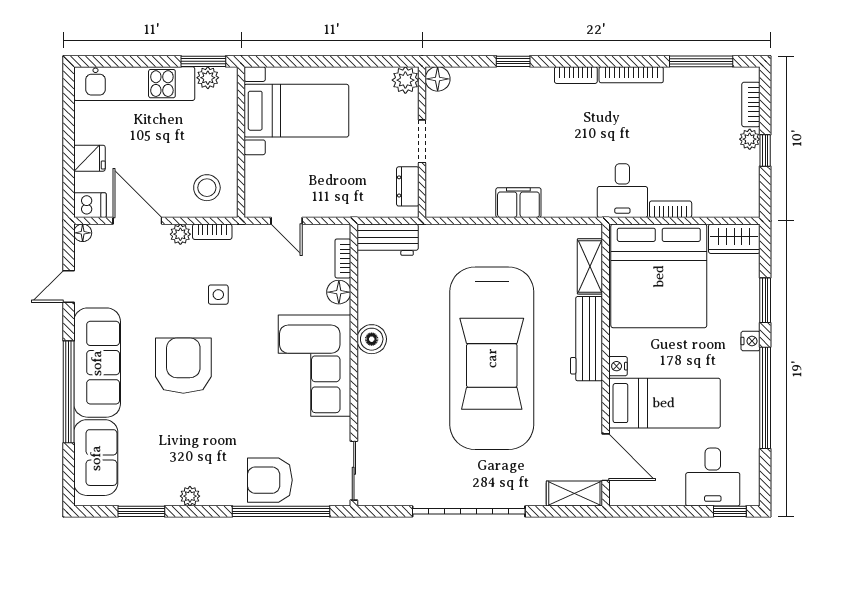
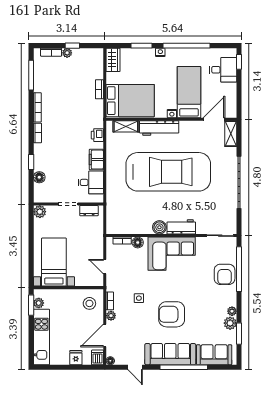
floor lamp: (438, 79) -> (39, 177), moved
desk: (622, 191) -> (91, 182), moved
printer: (571, 205) -> (97, 135), added
door: (287, 221) -> (105, 267), swing flipped
workbench: (388, 240) -> (181, 227), moved, turned -90
bed: (659, 276) -> (130, 101), width x0.73
plant: (164, 492) -> (230, 323), added

